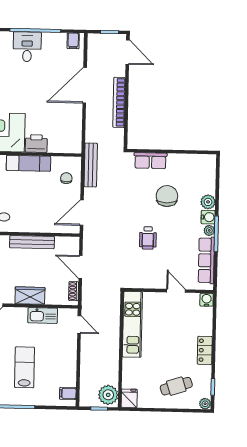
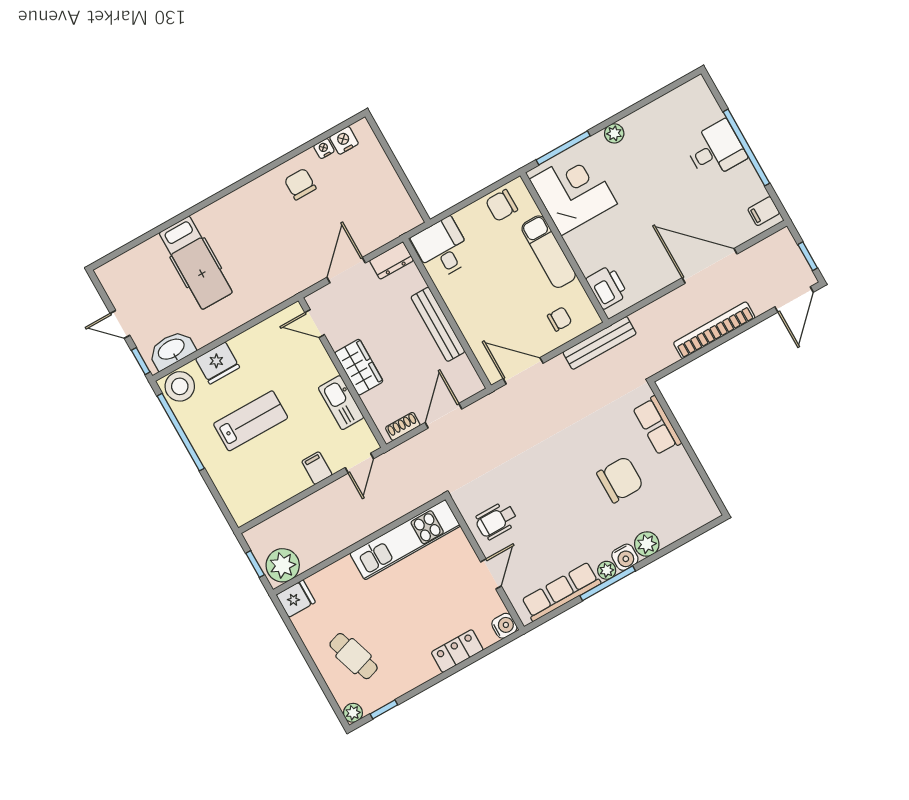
printer: (36, 144) -> (607, 287), moved
wheelchair: (148, 238) -> (496, 521), moved
locker: (205, 350) -> (457, 651), moved
filing cabinet: (68, 393) -> (317, 468), moved

